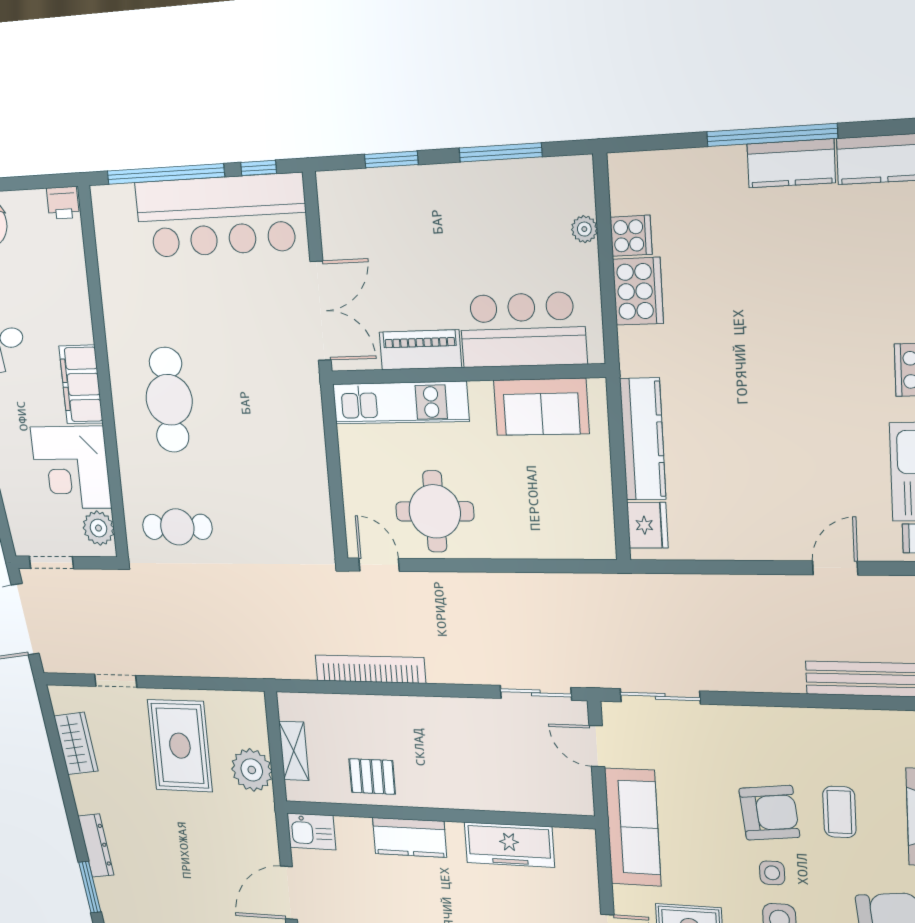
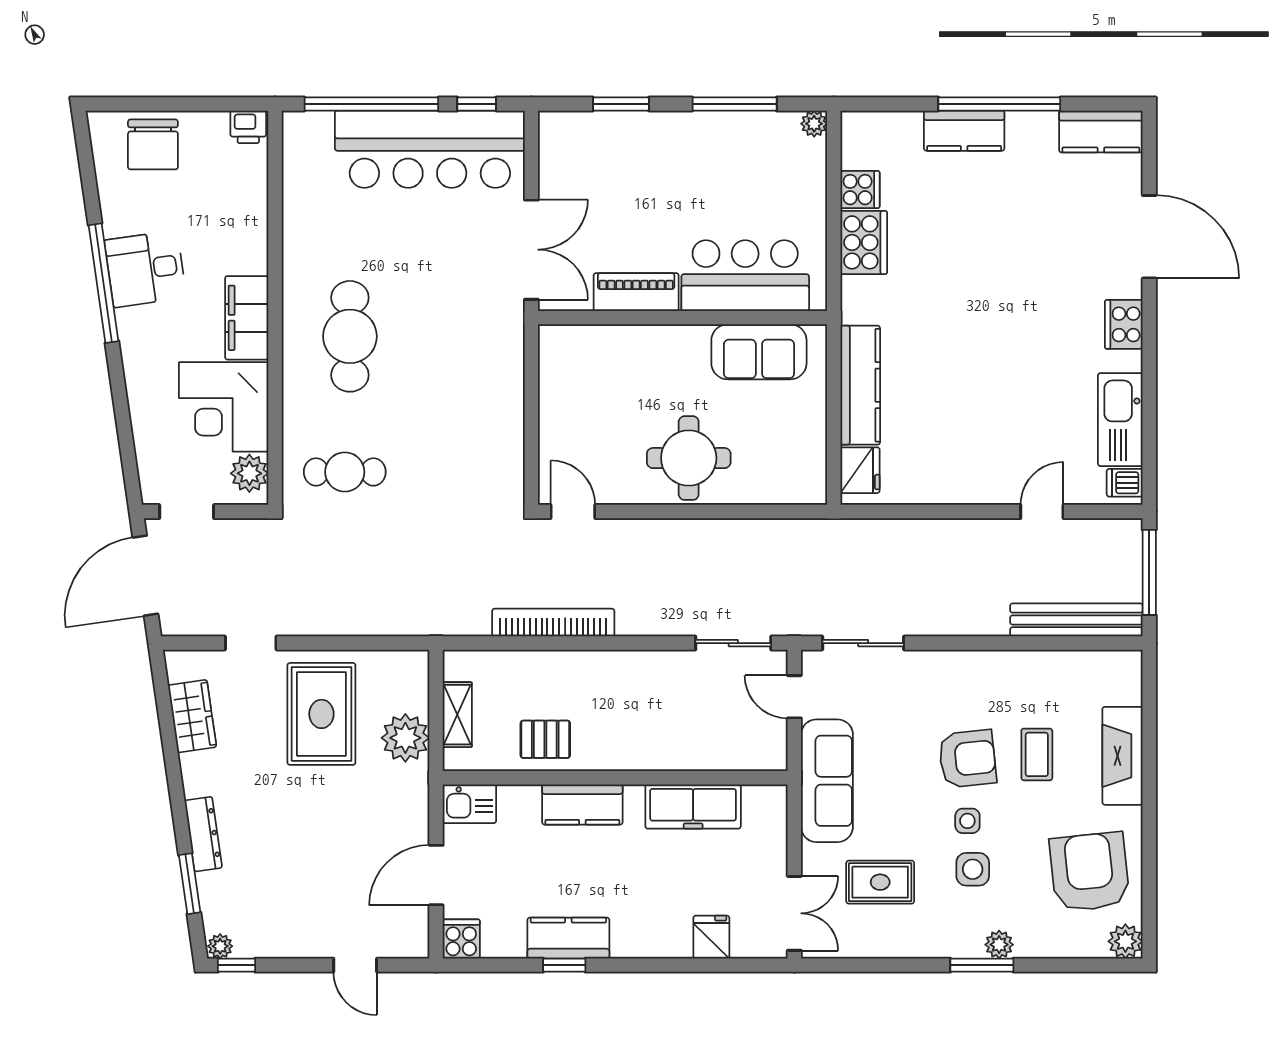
kitchen counter: (791, 163) -> (964, 131), moved
plant: (584, 229) -> (814, 124), moved
kitchen unit: (400, 403) -> (610, 345), removed
round table: (435, 511) -> (689, 458), moved

